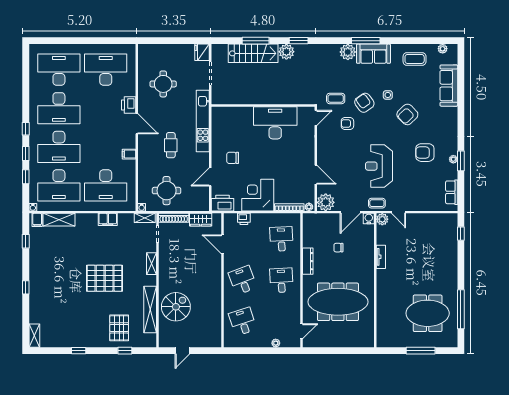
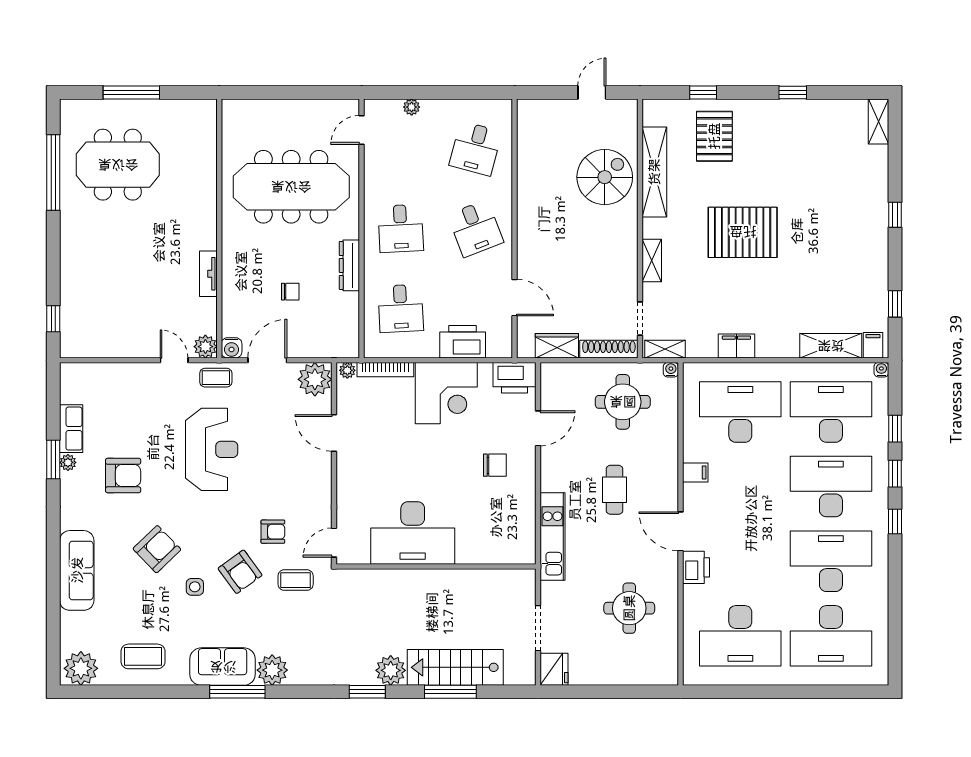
plant: (443, 49) -> (81, 668), width x1.87, depth x1.87
sofa: (449, 86) -> (77, 570), moved
kitchen unit: (203, 121) -> (552, 536), width x0.73
row of seats: (452, 192) -> (71, 429), moved
printer: (244, 219) -> (463, 342), width x1.87, depth x1.48
spiral stairs: (176, 307) -> (605, 177), turned 180
desk: (243, 322) -> (476, 148), turned 33

